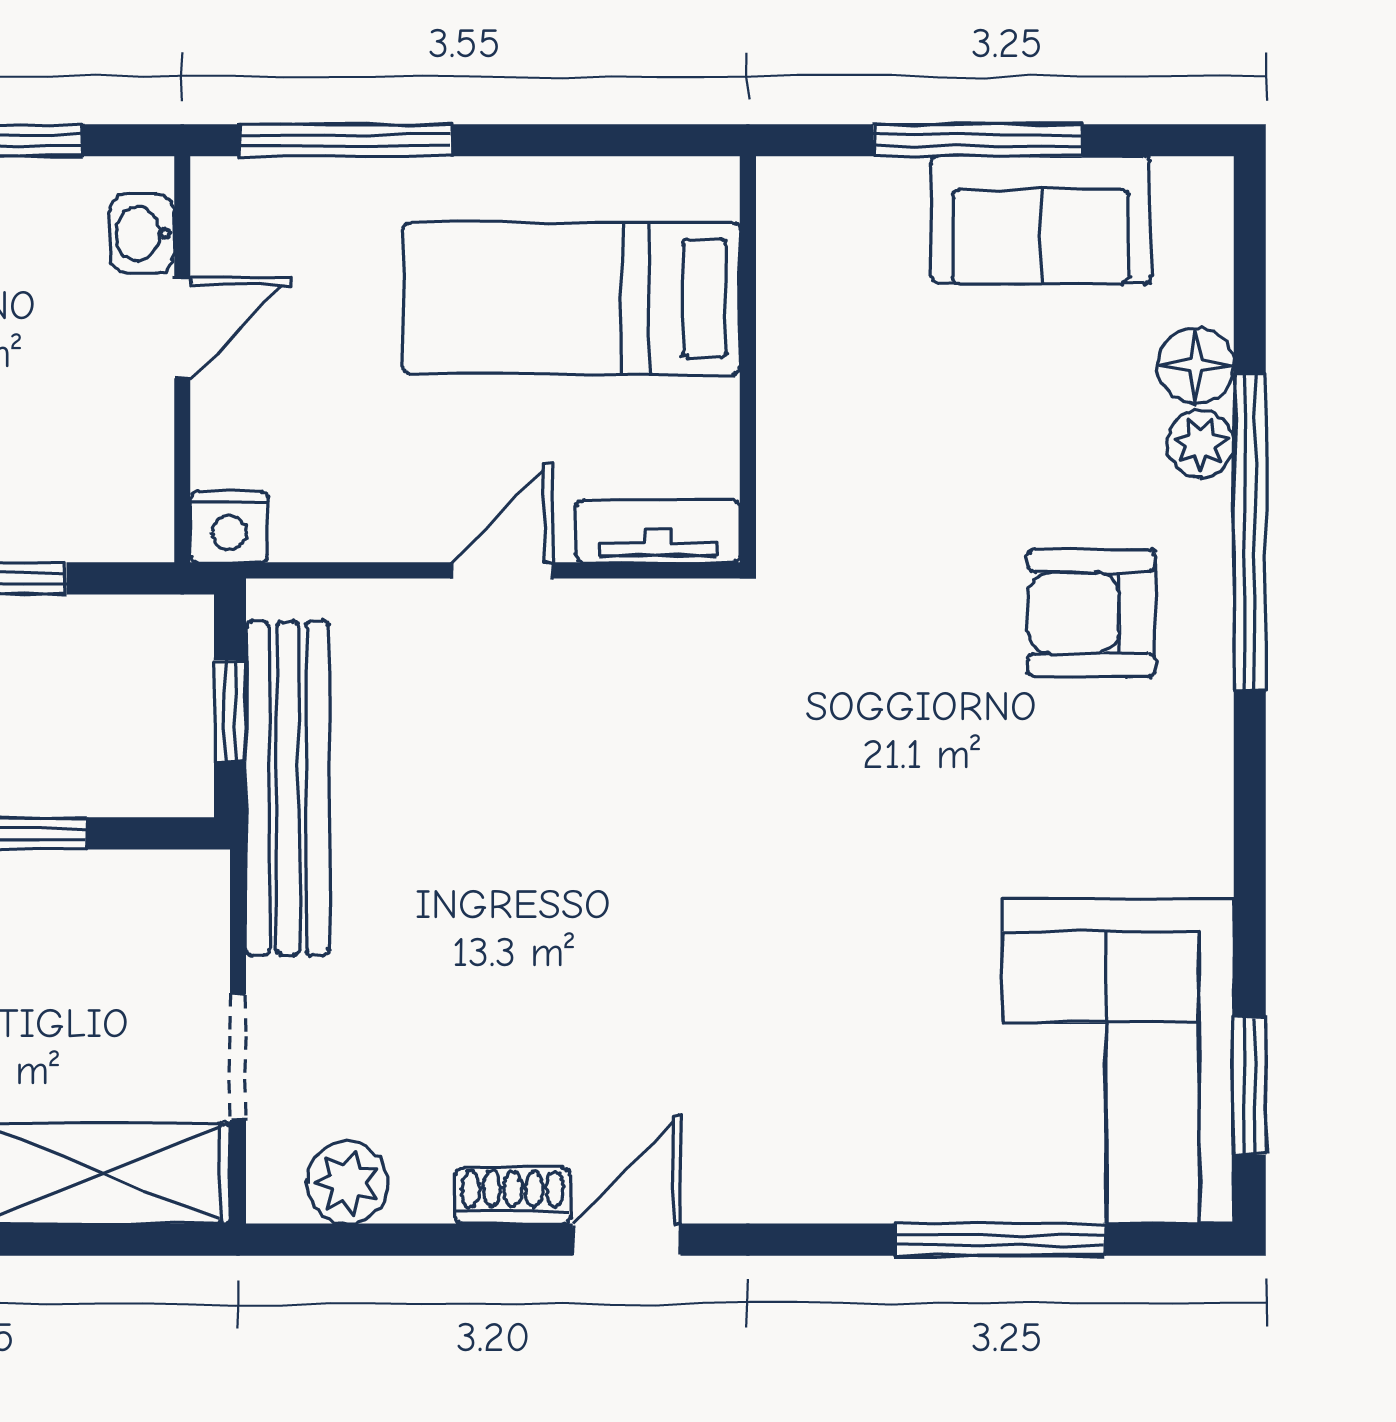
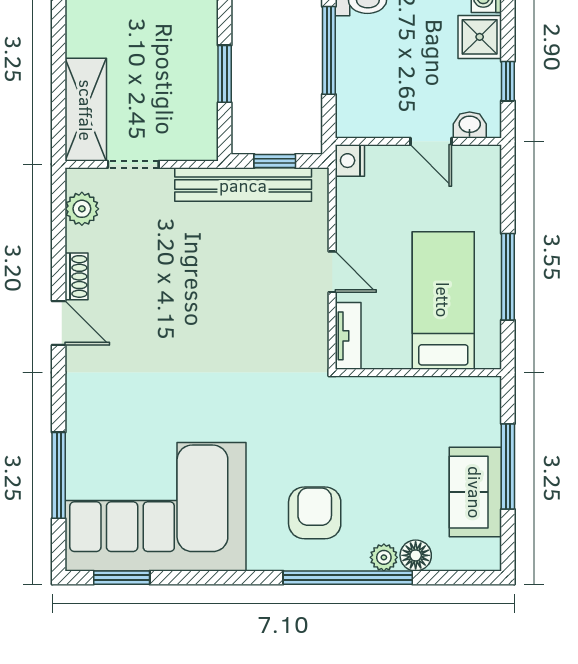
window: (345, 140) -> (508, 277), moved
corner sofa: (1118, 1061) -> (156, 507), width x1.36, depth x1.36

